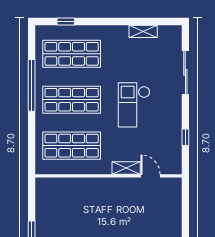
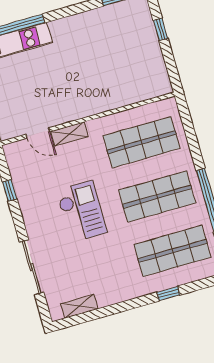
window: (66, 21) -> (168, 294), moved
shelving: (143, 31) -> (79, 306), moved

